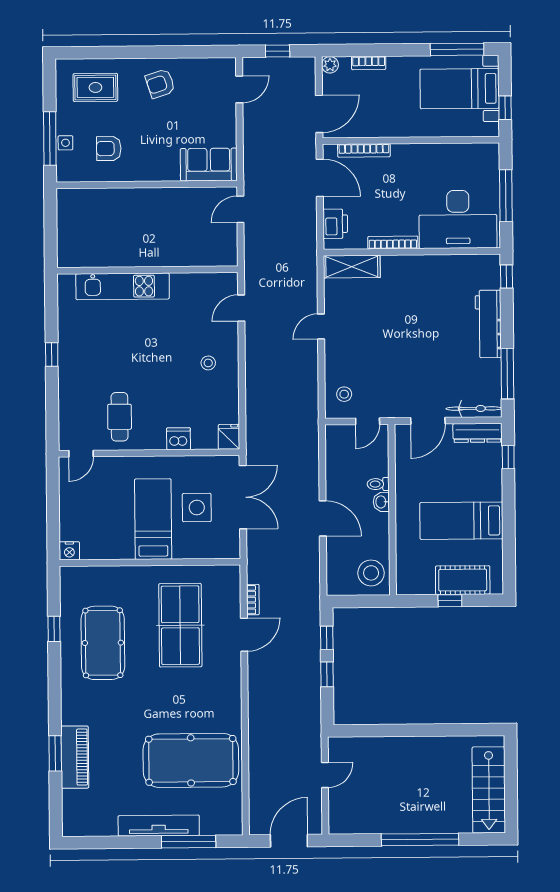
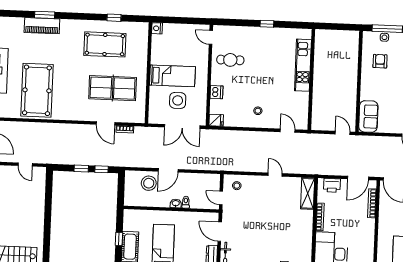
stool: (371, 573) -> (149, 183), moved

